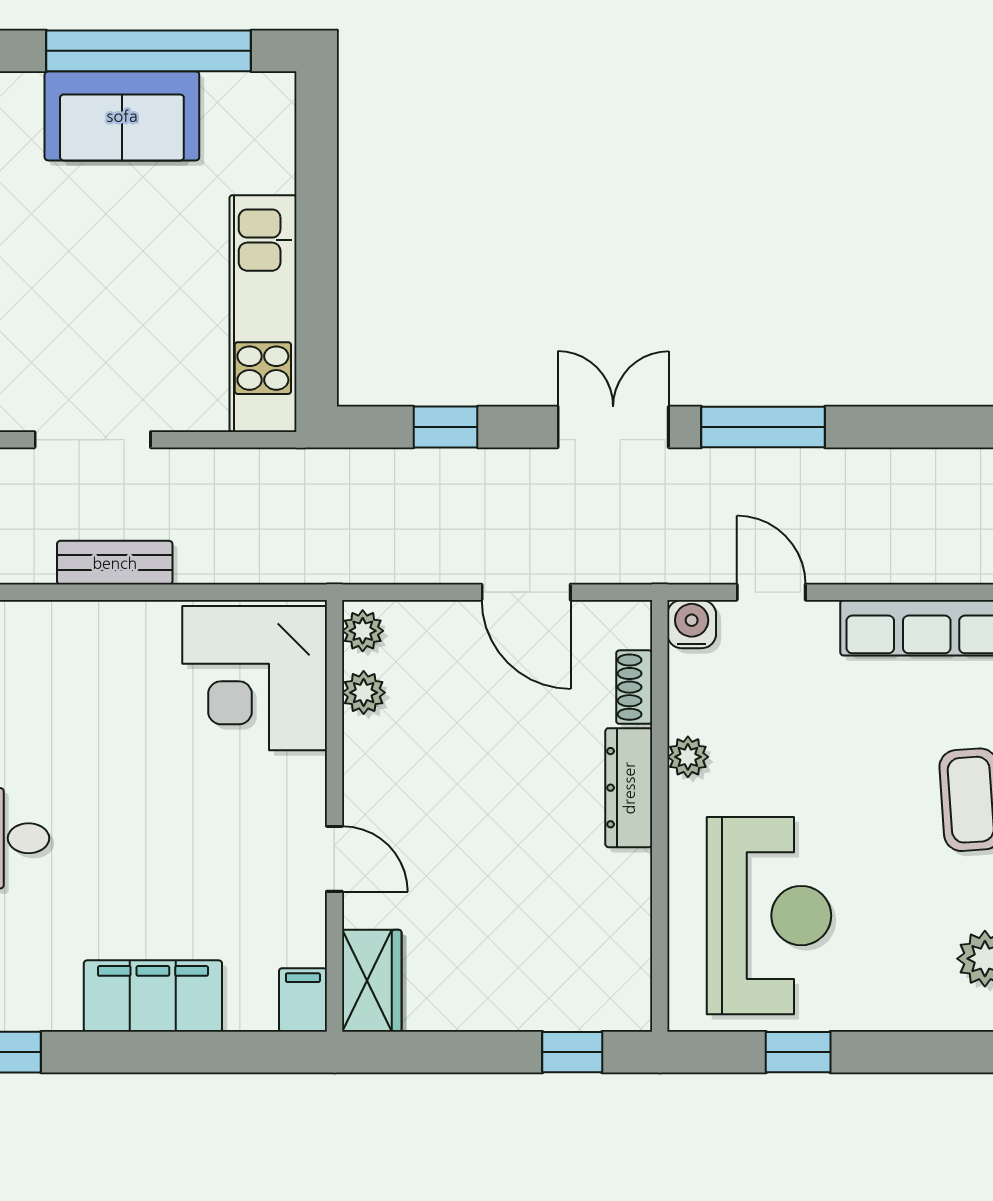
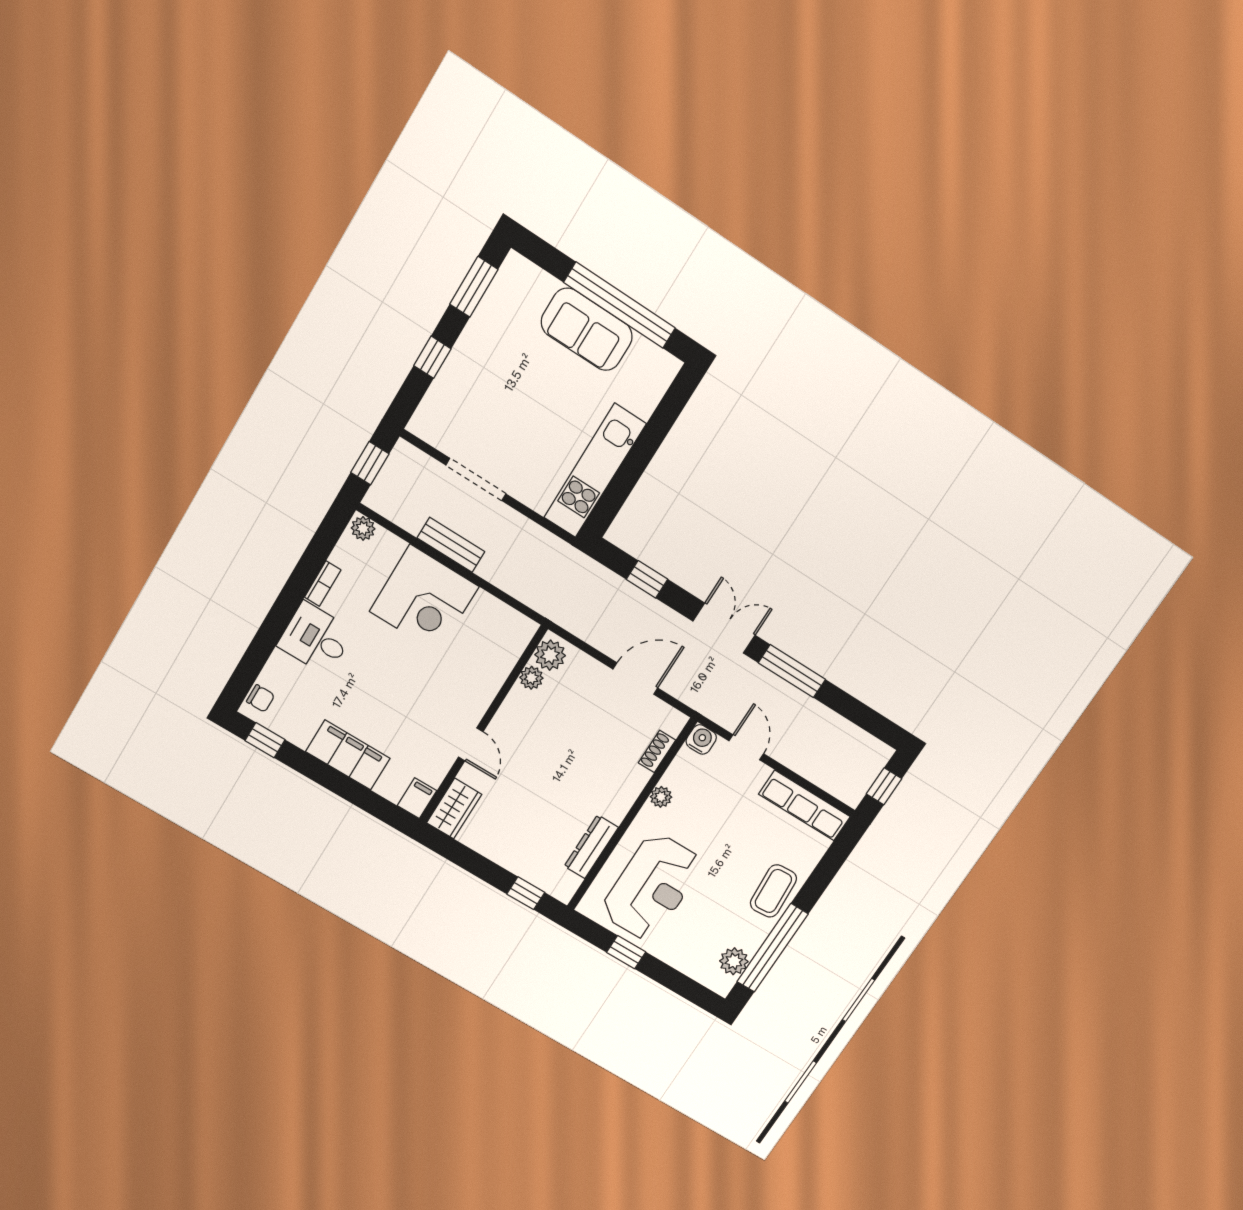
door: (526, 592) -> (635, 679), swing flipped
plant: (363, 631) -> (550, 655), width x1.38, depth x1.38
corner desk: (255, 678) -> (424, 599), moved, turned -90
dresser: (629, 788) -> (591, 847), moved

